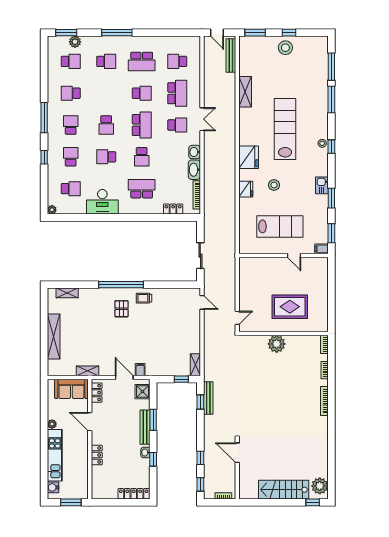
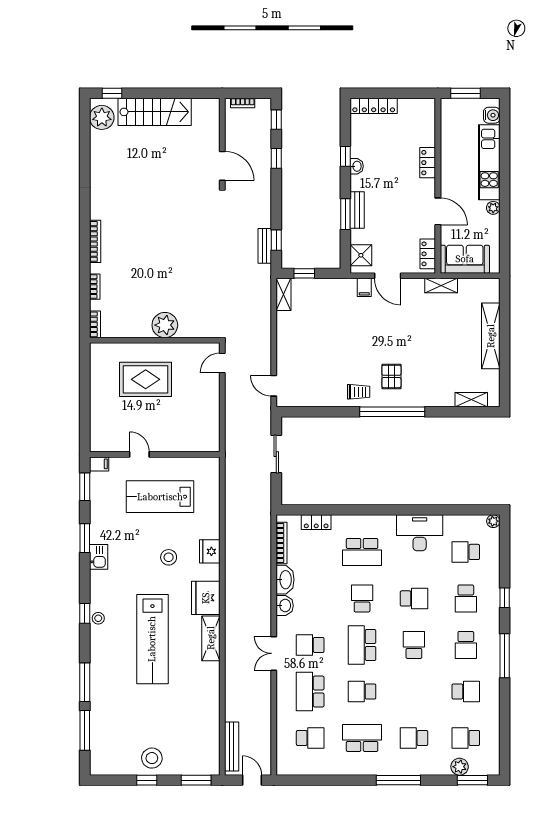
shelving: (245, 92) -> (211, 638), moved
bench: (208, 398) -> (265, 246), width x0.73
bench: (145, 427) -> (357, 210), width x0.73

